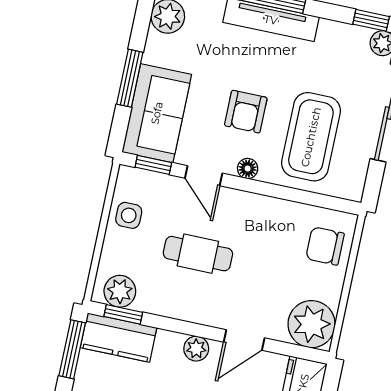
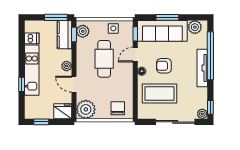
sofa: (157, 113) -> (162, 31), width x1.36
cafe table: (198, 254) -> (104, 59), width x1.37, depth x1.35

